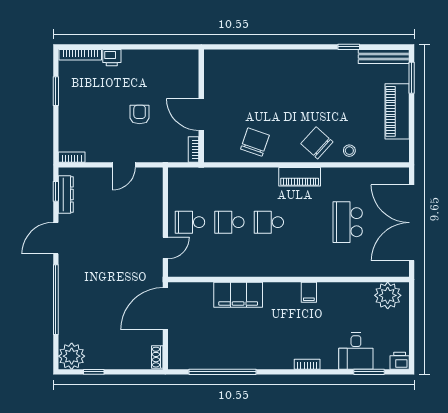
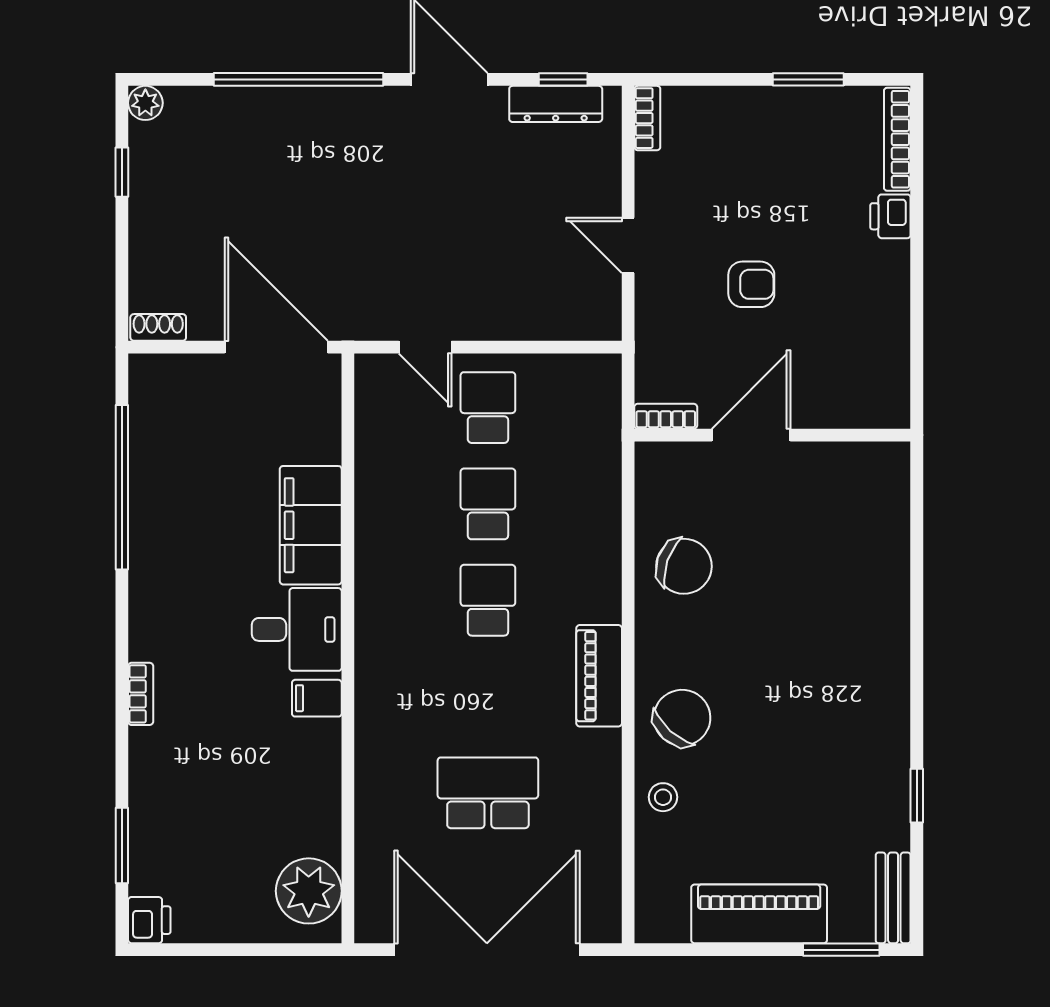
bench: (384, 57) -> (893, 898), width x0.73
desk: (356, 351) -> (297, 629), moved, turned 180
plant: (72, 356) -> (145, 103), width x0.53, depth x0.53

